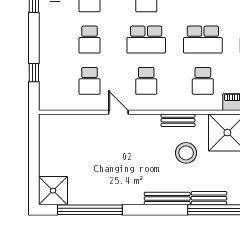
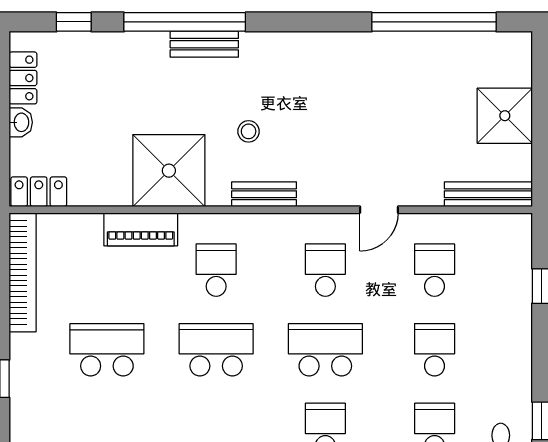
door: (118, 112) -> (379, 210), hinge flipped
stool: (186, 153) -> (249, 131), width x0.53, depth x0.53
shower: (53, 191) -> (505, 116), moved
bench: (167, 199) -> (488, 194), moved

